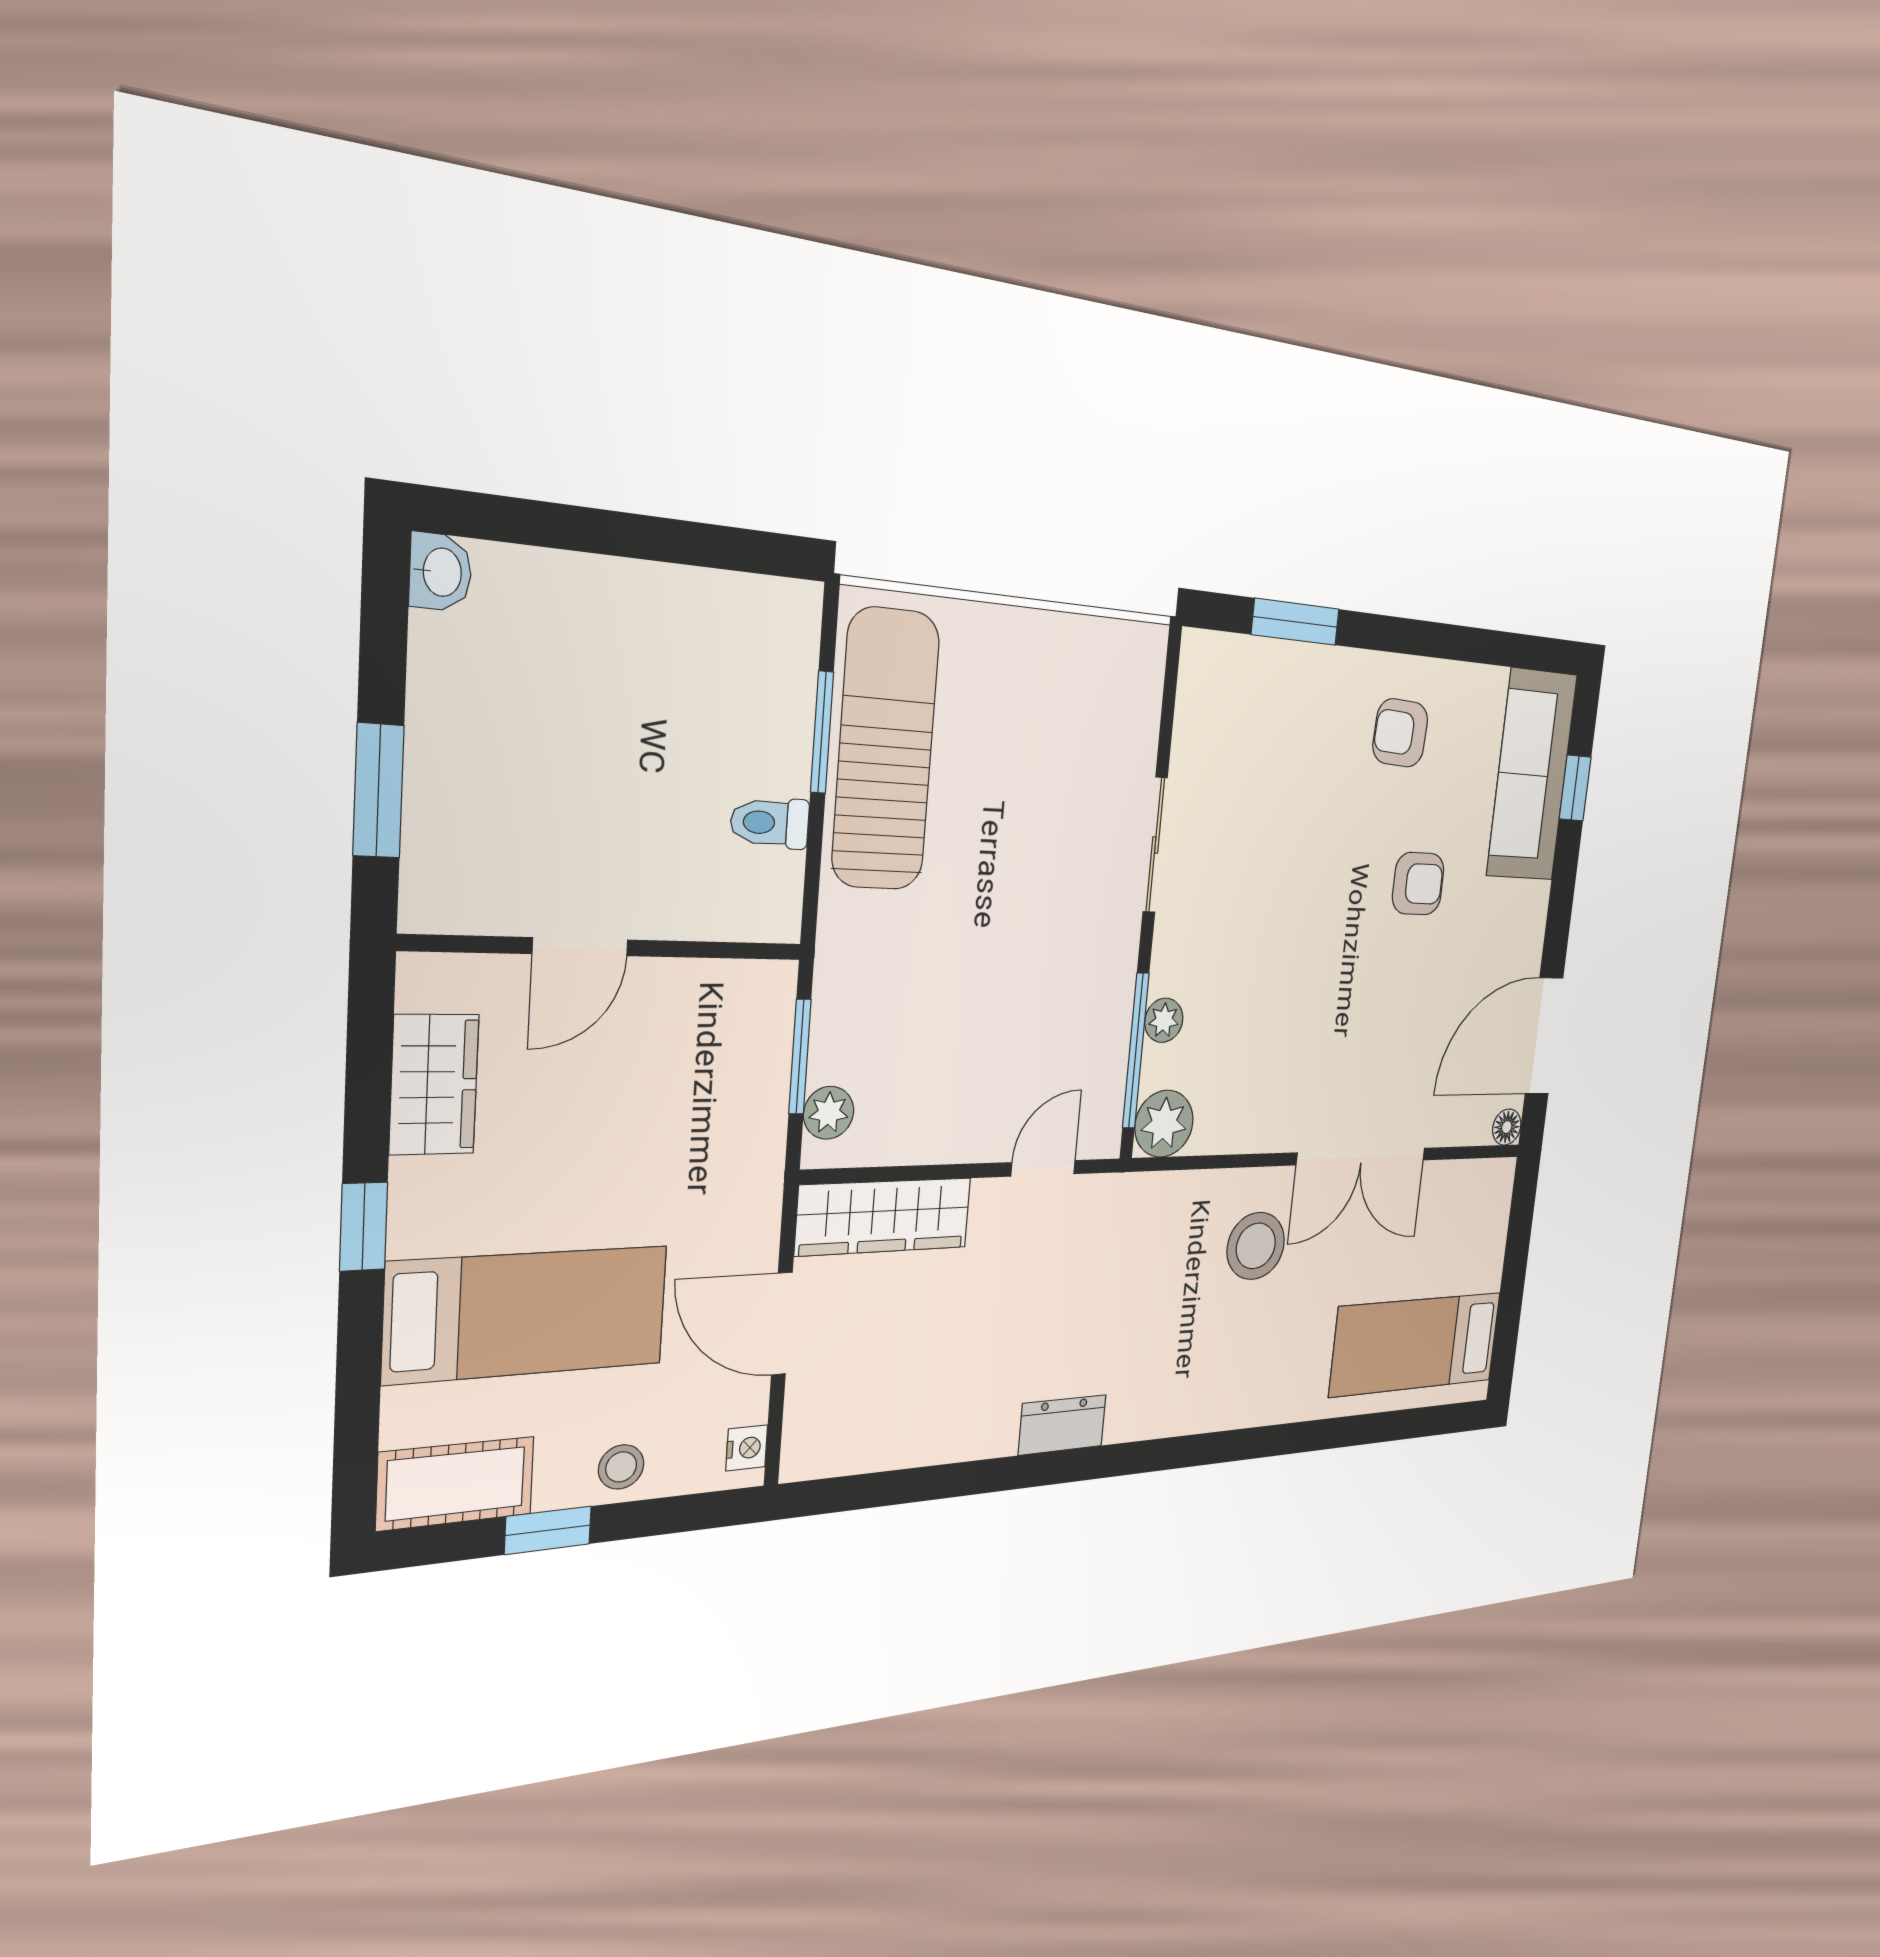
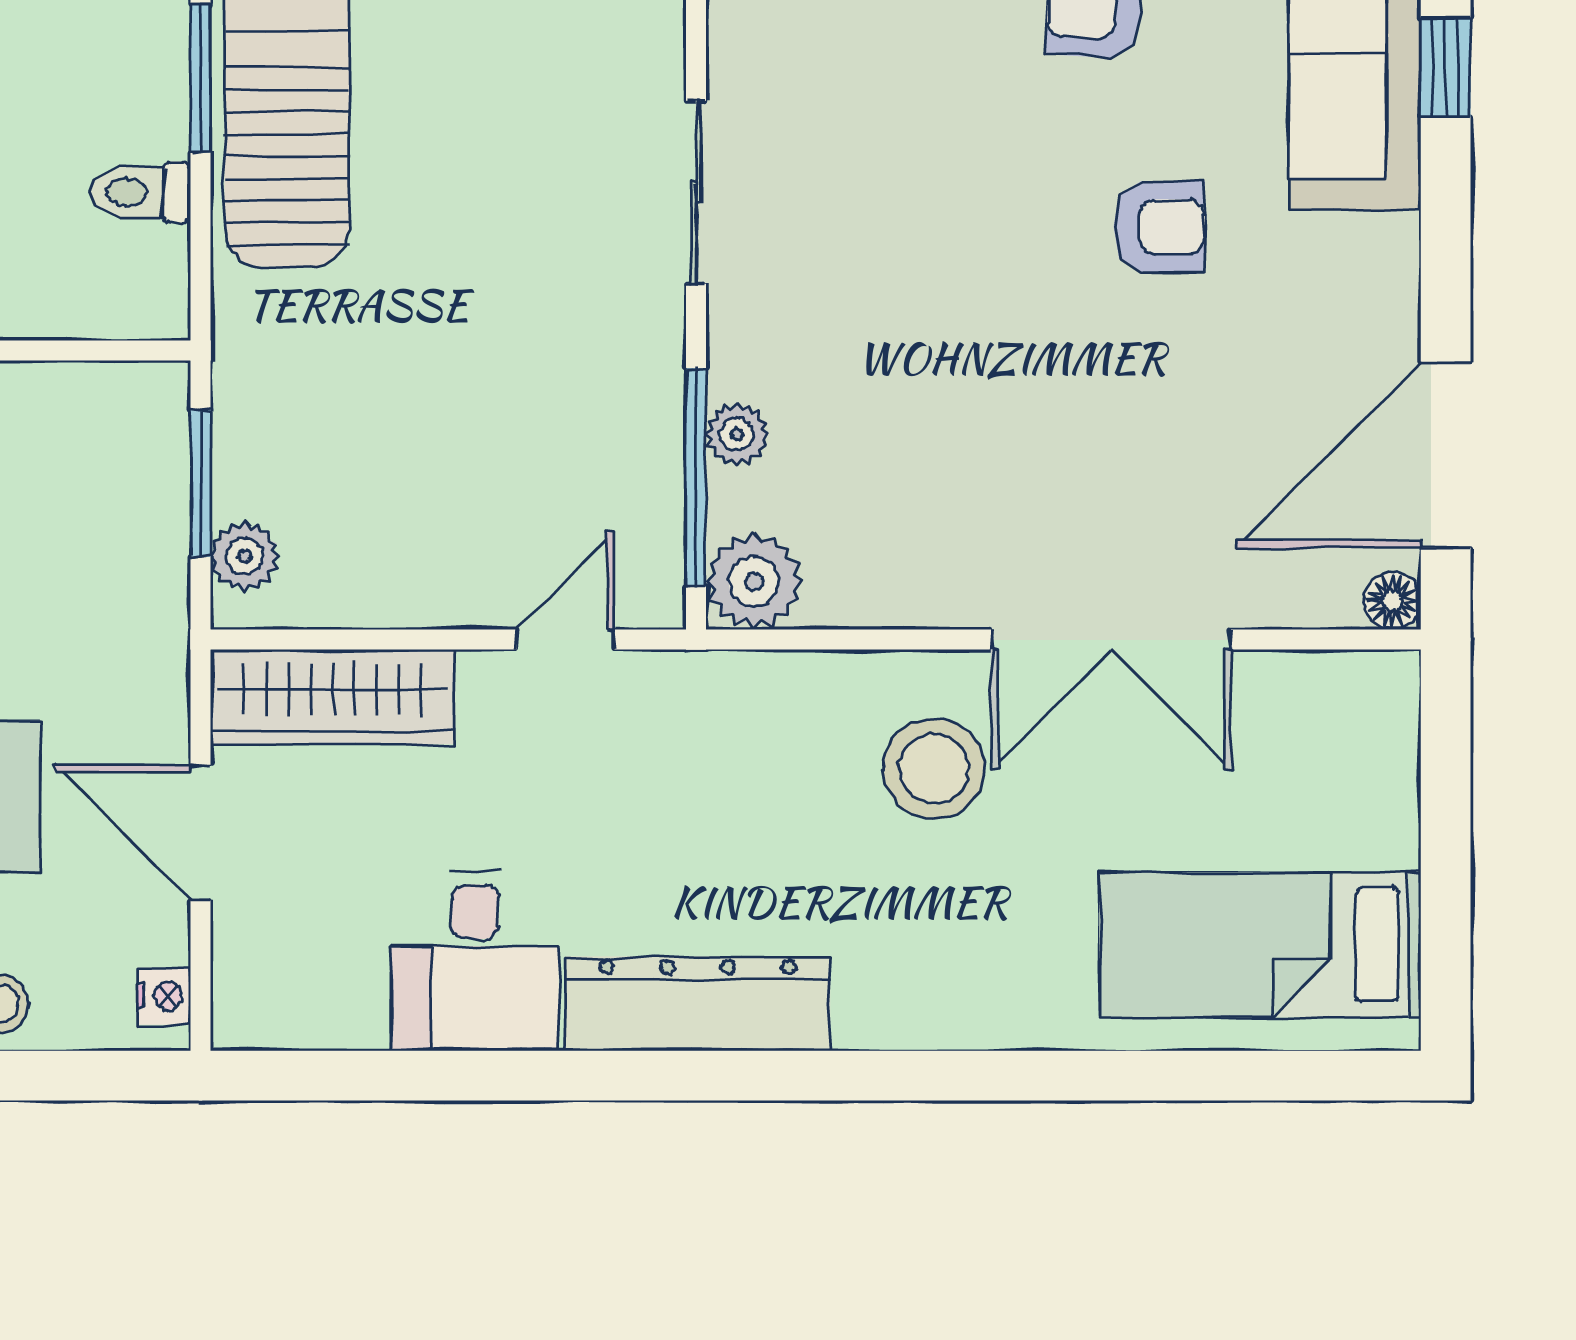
desk: (965, 1399) -> (475, 961), added
dresser: (1062, 1425) -> (698, 1004), width x1.96, depth x1.24

